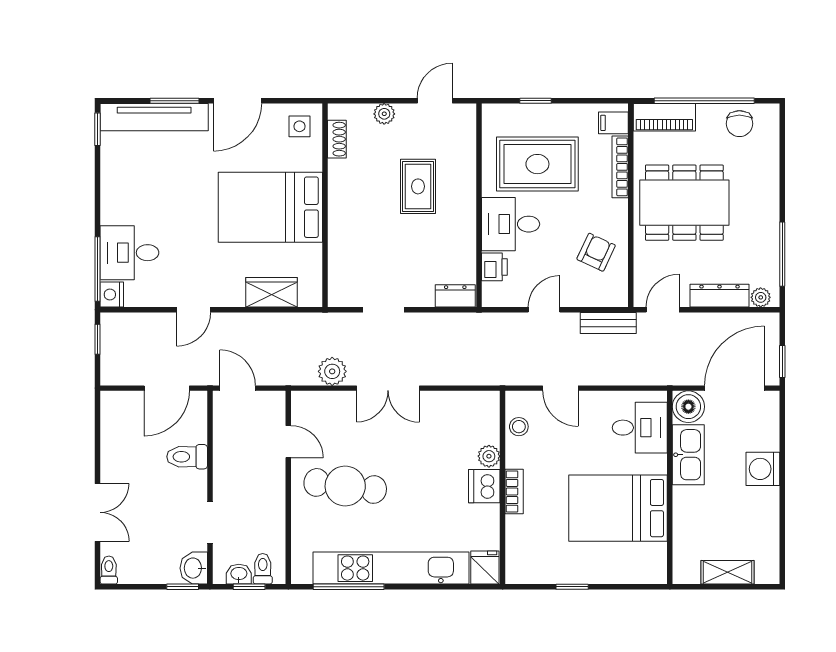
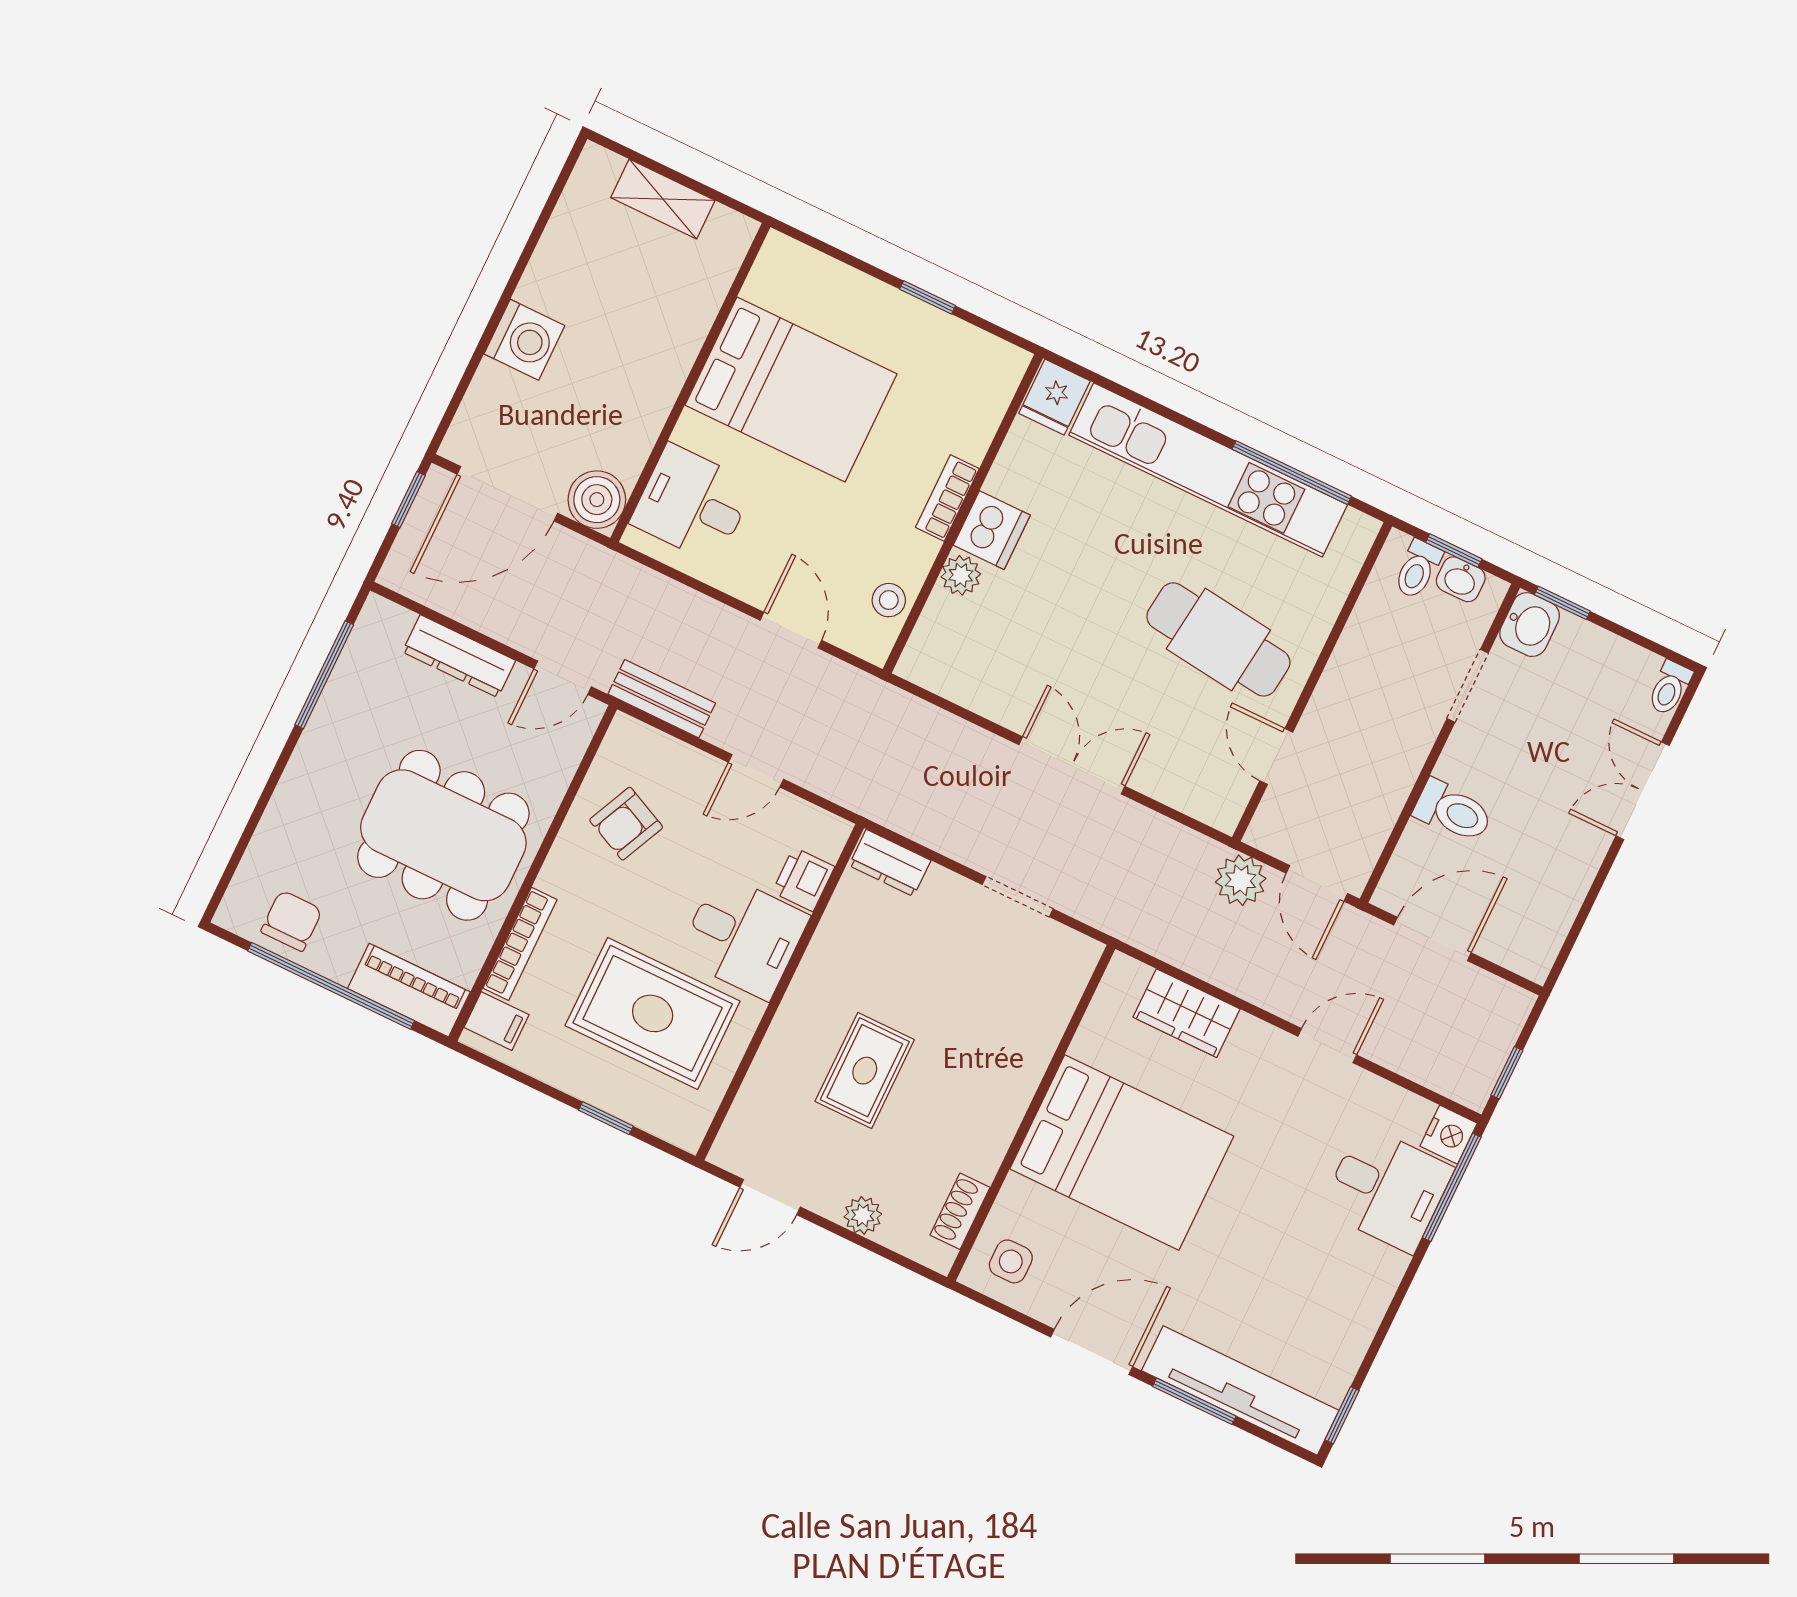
plant: (761, 297) -> (393, 621), removed
plant: (332, 371) -> (1241, 880), moved
kitchen sink: (688, 455) -> (635, 421), removed

